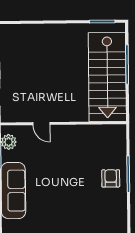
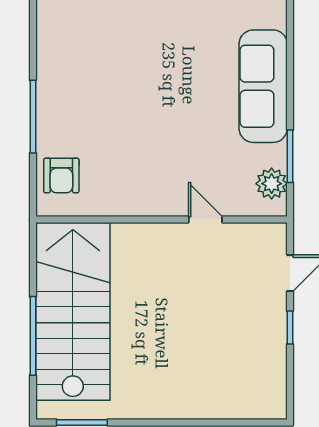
armchair: (111, 178) -> (61, 176), moved

